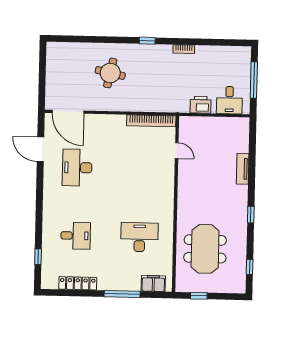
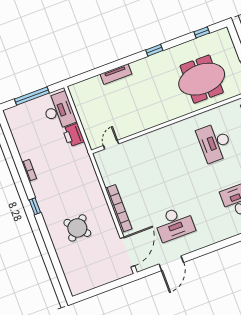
round table: (110, 73) -> (77, 228), turned 36
desk: (229, 100) -> (59, 111), width x1.37
bookcase: (151, 121) -> (119, 208), moved
door: (177, 151) -> (111, 145), moved

